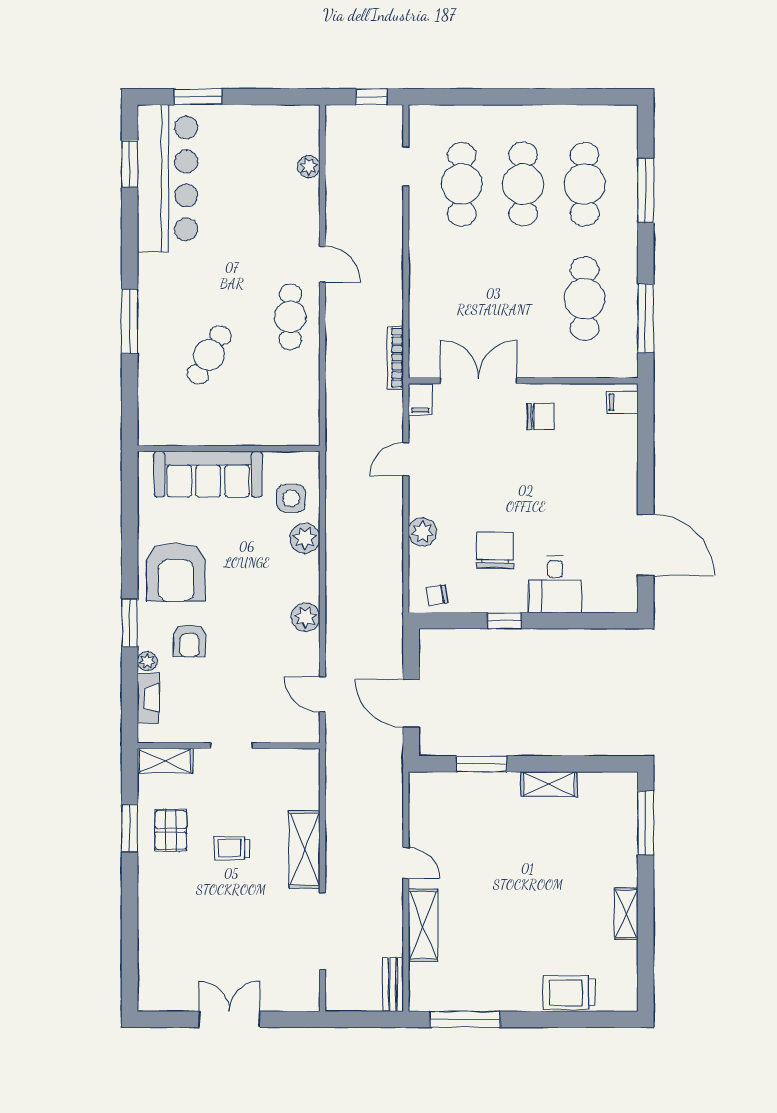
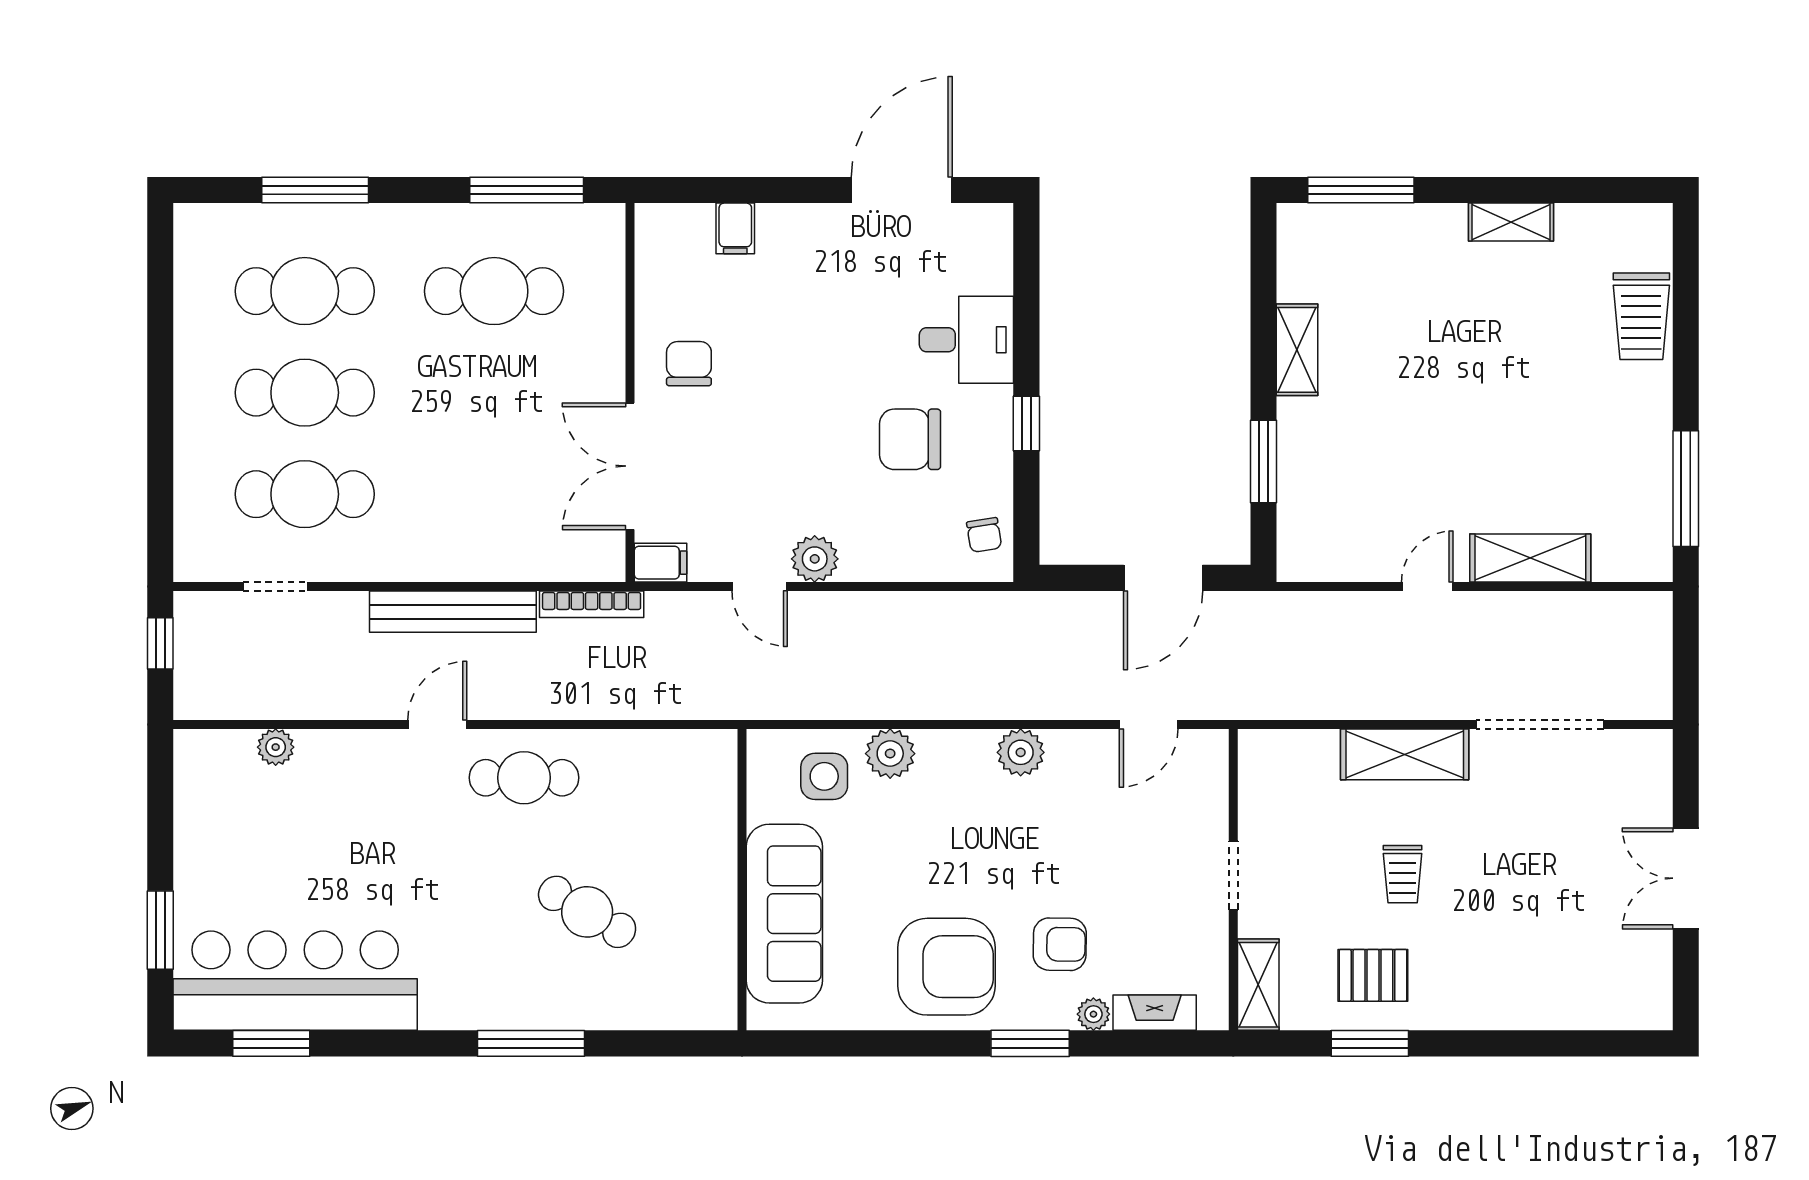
filing cabinet: (622, 402) -> (735, 228), moved
plant: (423, 532) -> (815, 559), moved
bench: (393, 985) -> (453, 612), moved, width x1.86, depth x1.21

